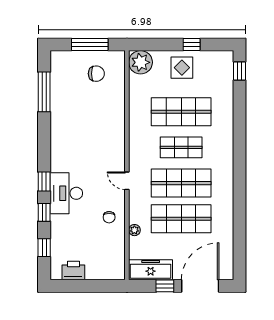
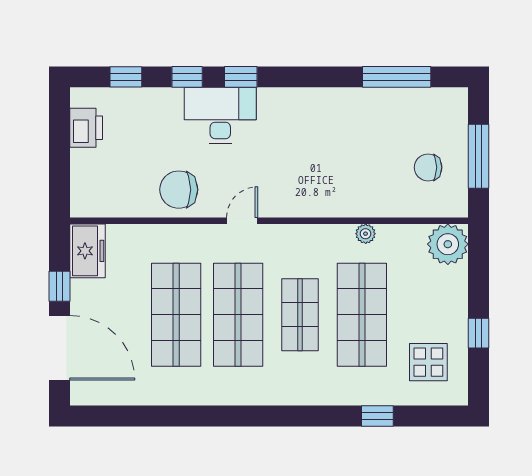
display table: (182, 68) -> (428, 362), moved
window: (239, 71) -> (377, 416), moved
chair: (96, 74) -> (428, 167), turned 90
chair: (109, 217) -> (179, 190), width x1.87, depth x1.87
plant: (134, 230) -> (366, 234), moved
freezer: (151, 270) -> (87, 251), width x0.71

